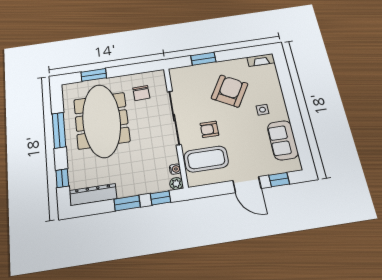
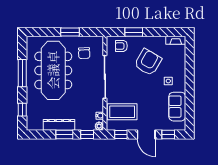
window: (94, 75) -> (70, 32), moved
armchair: (209, 129) -> (121, 46), moved
window: (210, 190) -> (121, 134), added
dresser: (93, 195) -> (59, 125), moved

